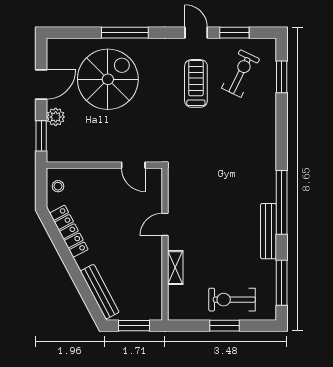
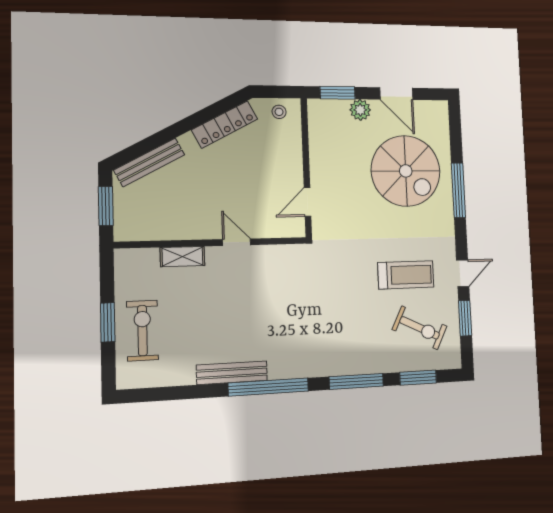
window: (282, 283) -> (356, 381), moved

